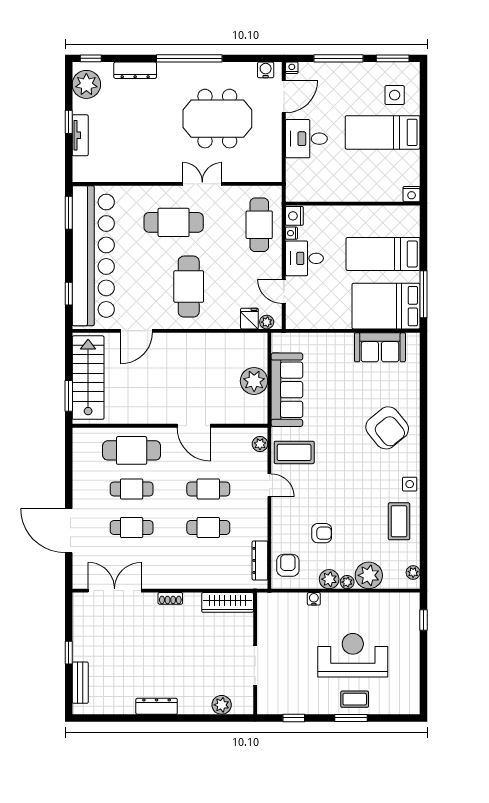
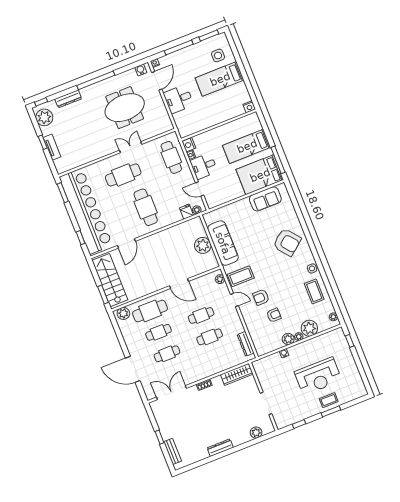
plant: (89, 438) -> (123, 313), added
armchair: (288, 565) -> (261, 297), moved, turned -90
reception desk: (353, 655) -> (318, 376), turned 180

